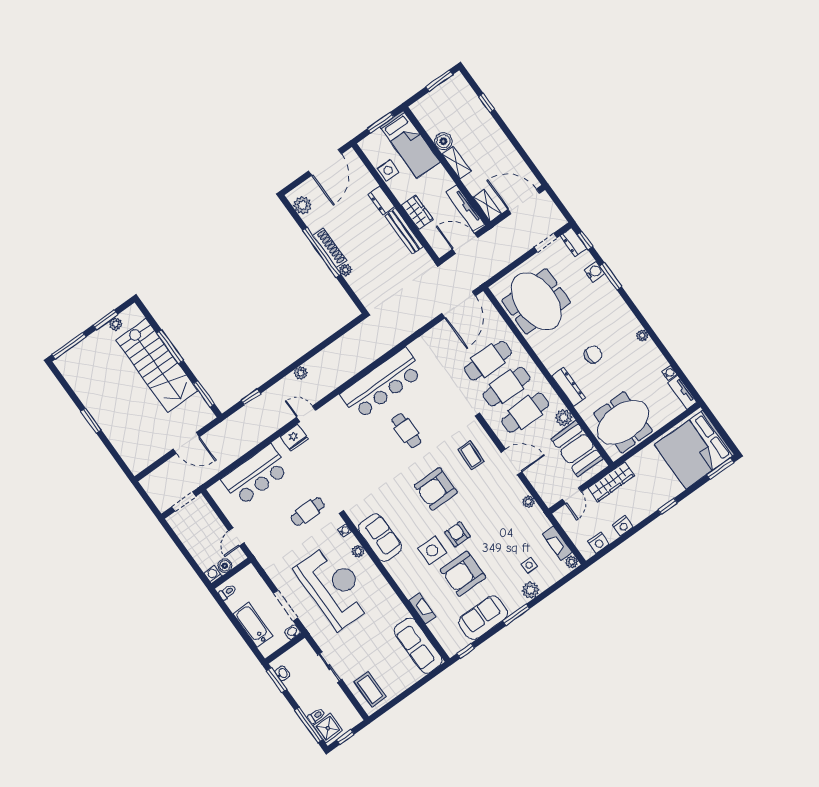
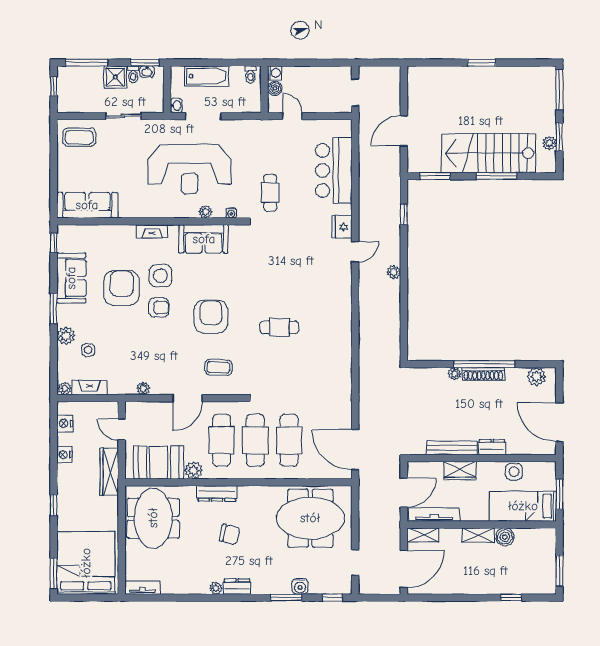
dresser: (574, 242) -> (237, 587), moved
chair: (593, 355) -> (230, 534), turned -77
water cooler: (669, 373) -> (167, 588), removed
bar counter: (382, 384) -> (334, 335), removed
fireplace: (422, 609) -> (152, 231), moved
toilet: (316, 716) -> (133, 74), moved
shower: (328, 728) -> (115, 77), moved

